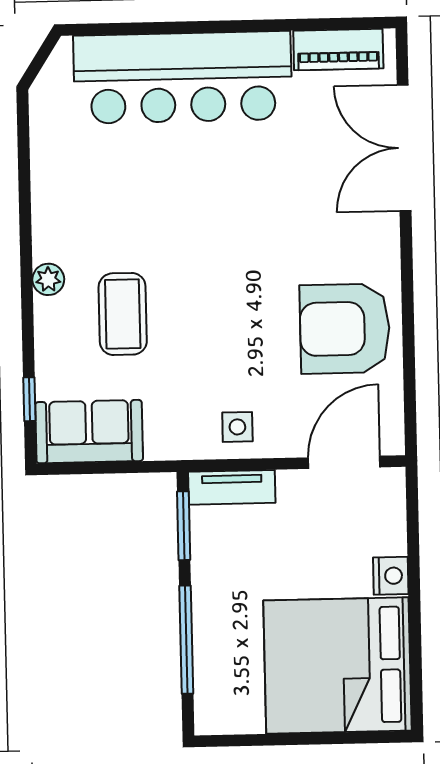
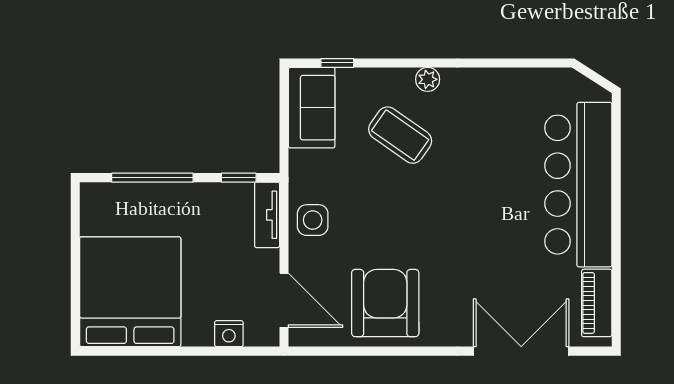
coffee table: (123, 314) -> (400, 135), turned 35
side table: (237, 427) -> (313, 220), width x1.37, depth x1.37
window: (184, 526) -> (239, 178), width x0.67
nightstand: (391, 576) -> (229, 334), moved

